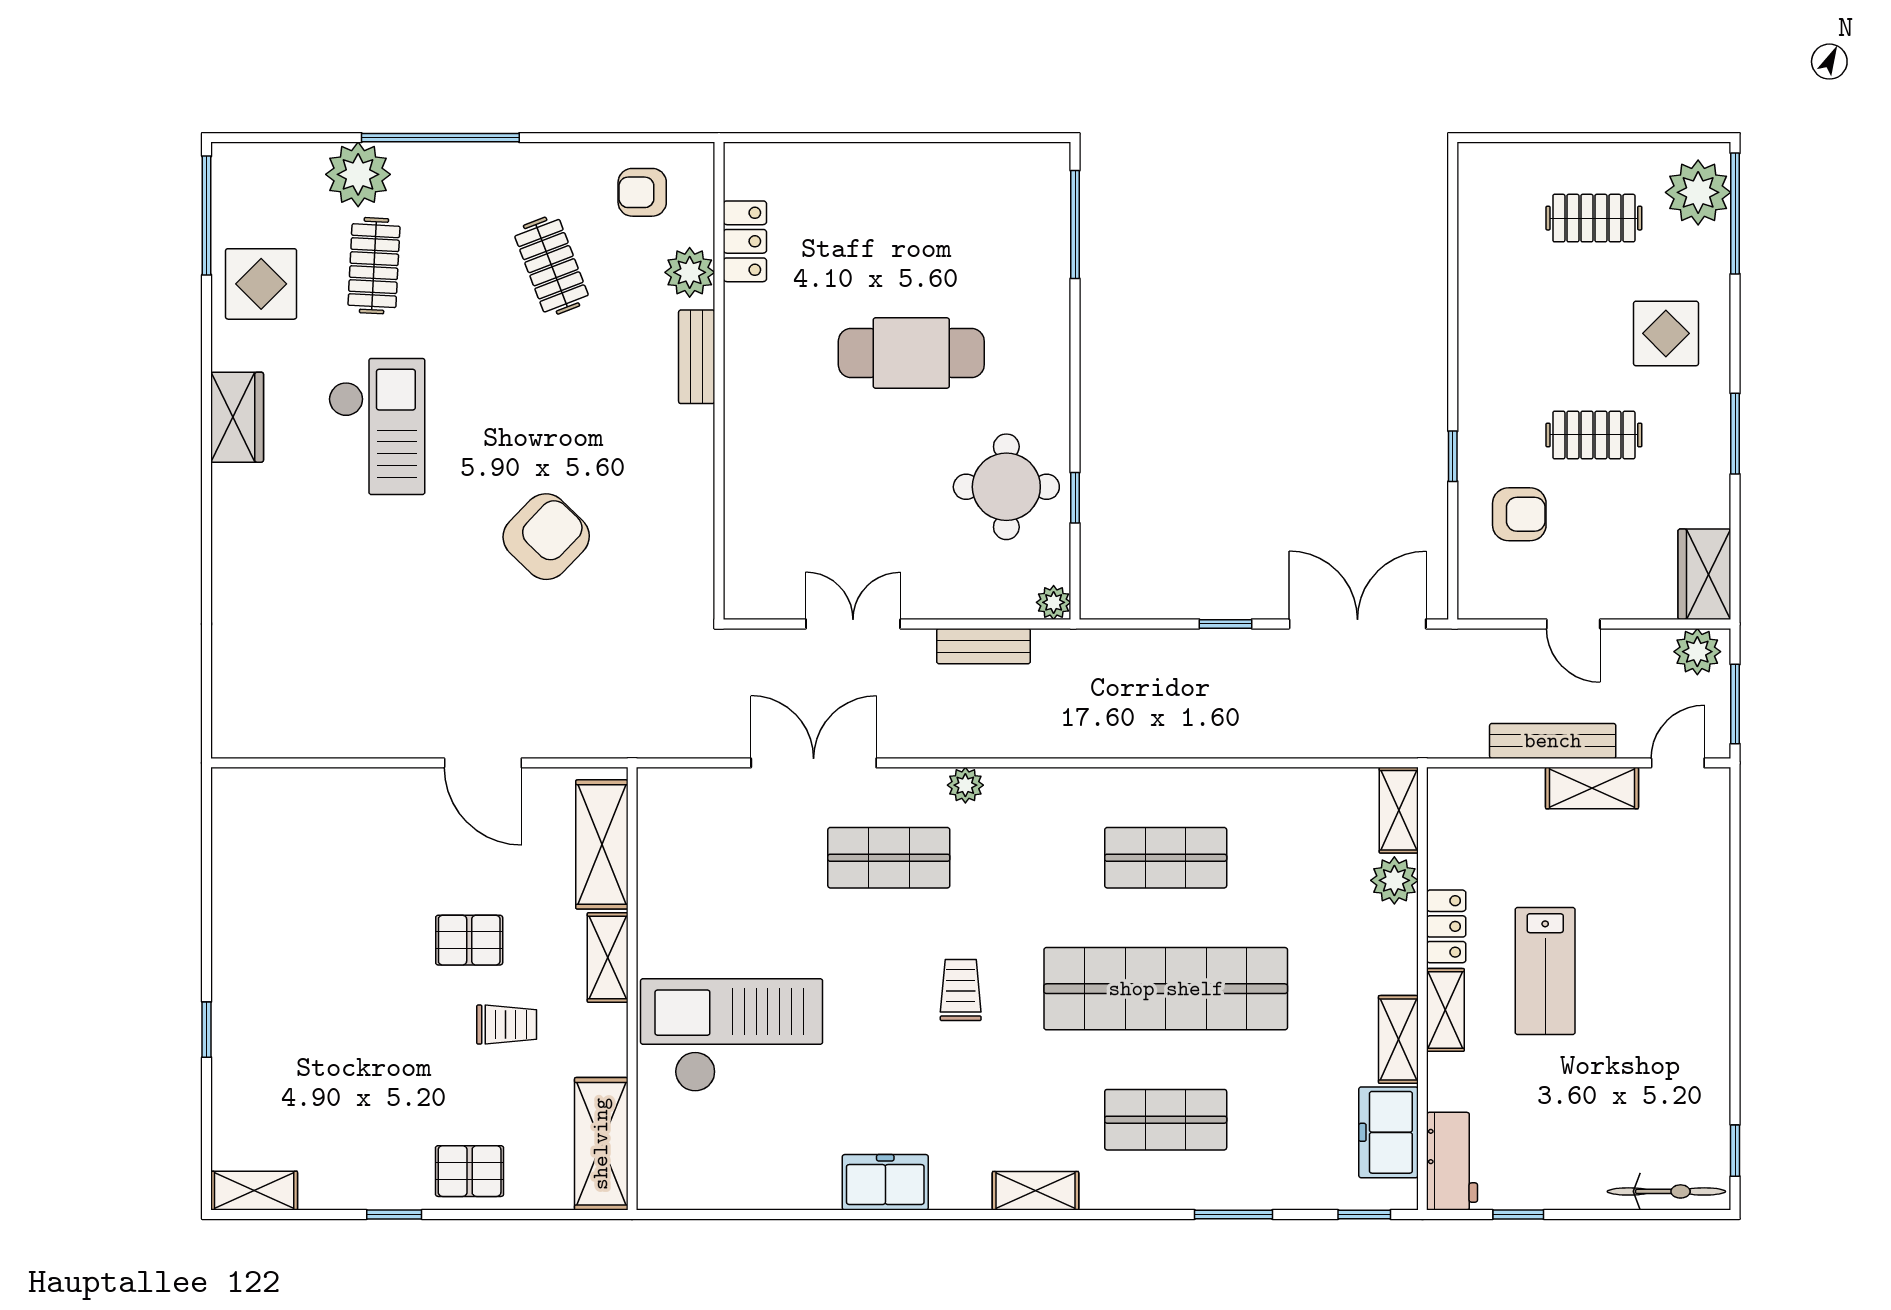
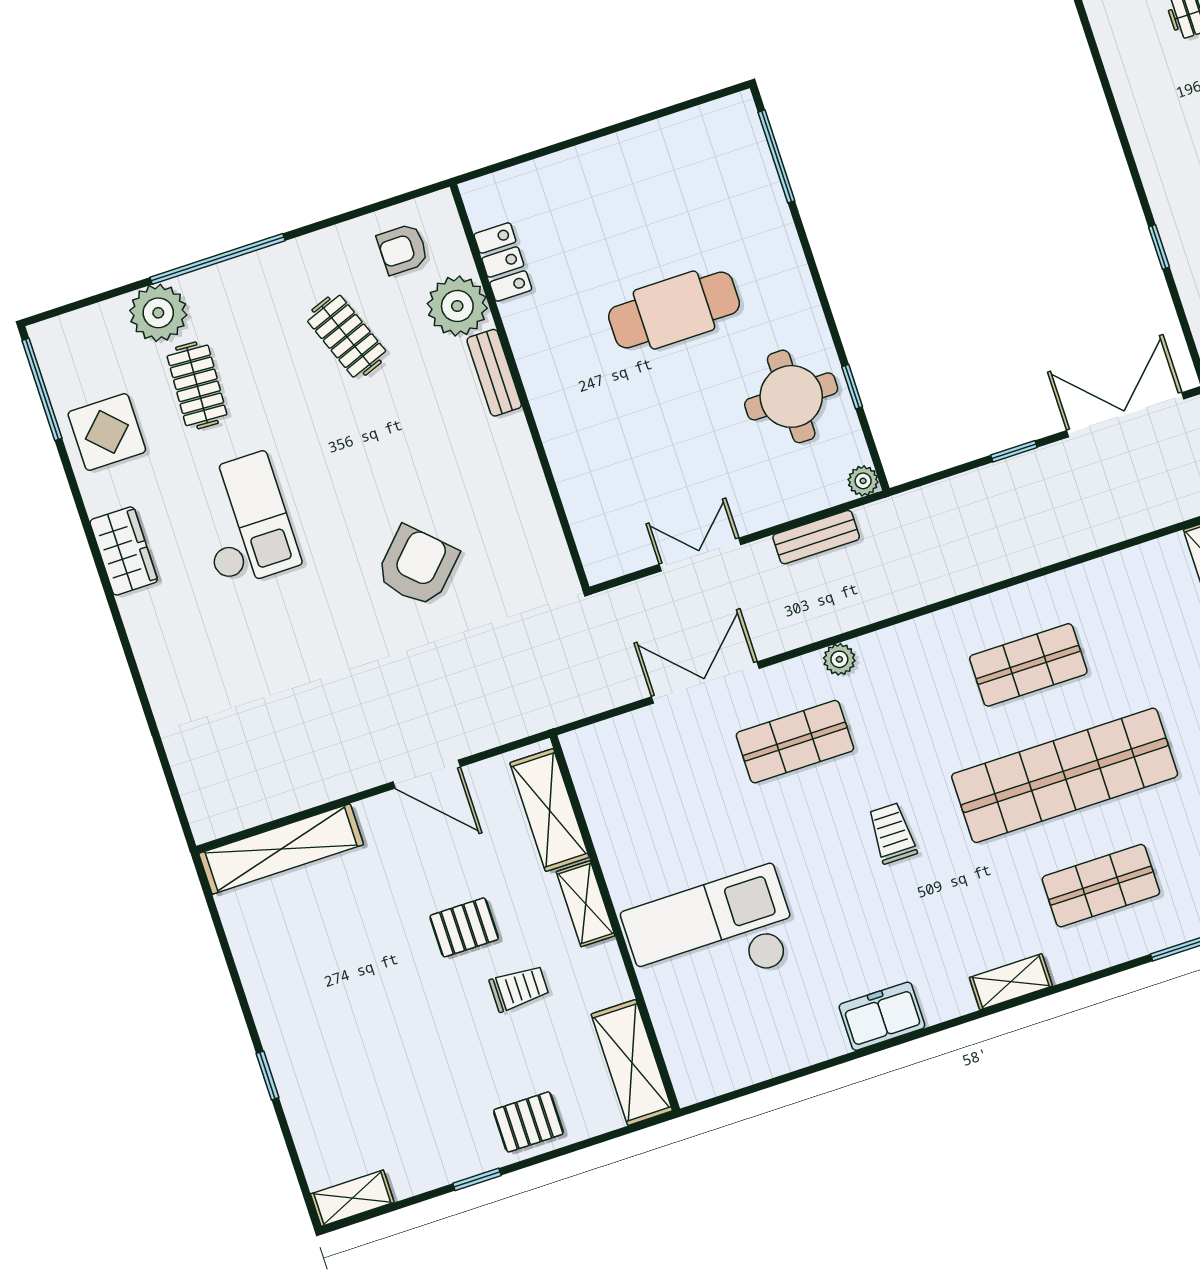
plant: (690, 272) -> (457, 306), width x1.36, depth x1.36
shelving: (301, 792) -> (281, 849), added

